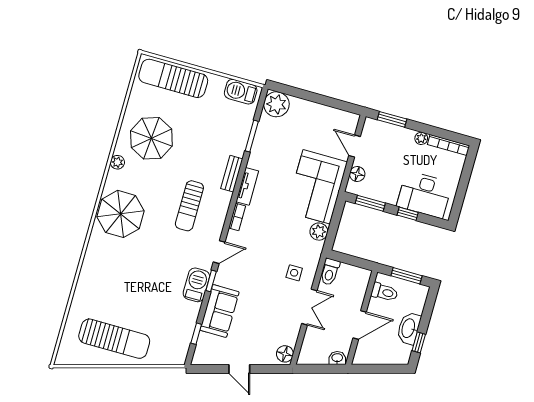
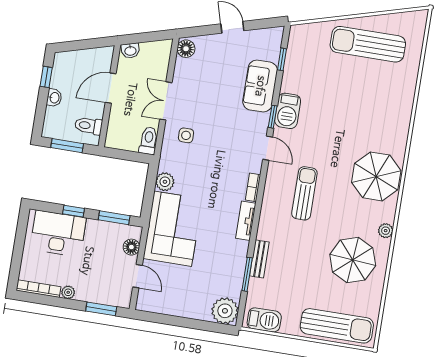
bench: (232, 174) -> (259, 259), moved
door: (219, 252) -> (268, 148), swing flipped
washbasin: (409, 328) -> (54, 98), width x0.52, depth x0.69

